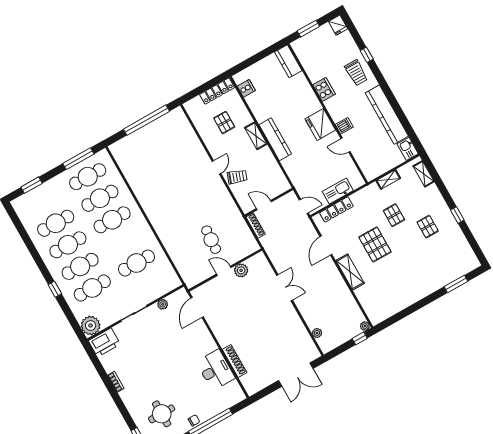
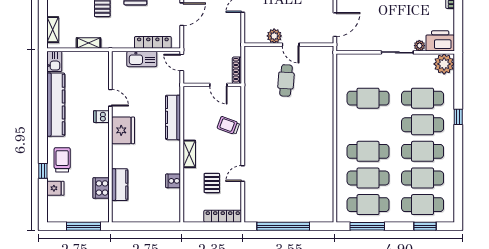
fridge: (338, 25) -> (55, 188), moved, turned 90
window: (308, 29) -> (84, 226), width x1.44
kitchen counter: (288, 61) -> (120, 185), moved
cooker: (246, 88) -> (173, 181), moved
cooker: (324, 89) -> (101, 188), moved
locker: (217, 91) -> (223, 216), moved
kitchen counter: (275, 139) -> (173, 117), moved
door: (217, 167) -> (243, 174), moved
cafe table: (43, 202) -> (423, 205), added
plant: (163, 304) -> (419, 46), moved

